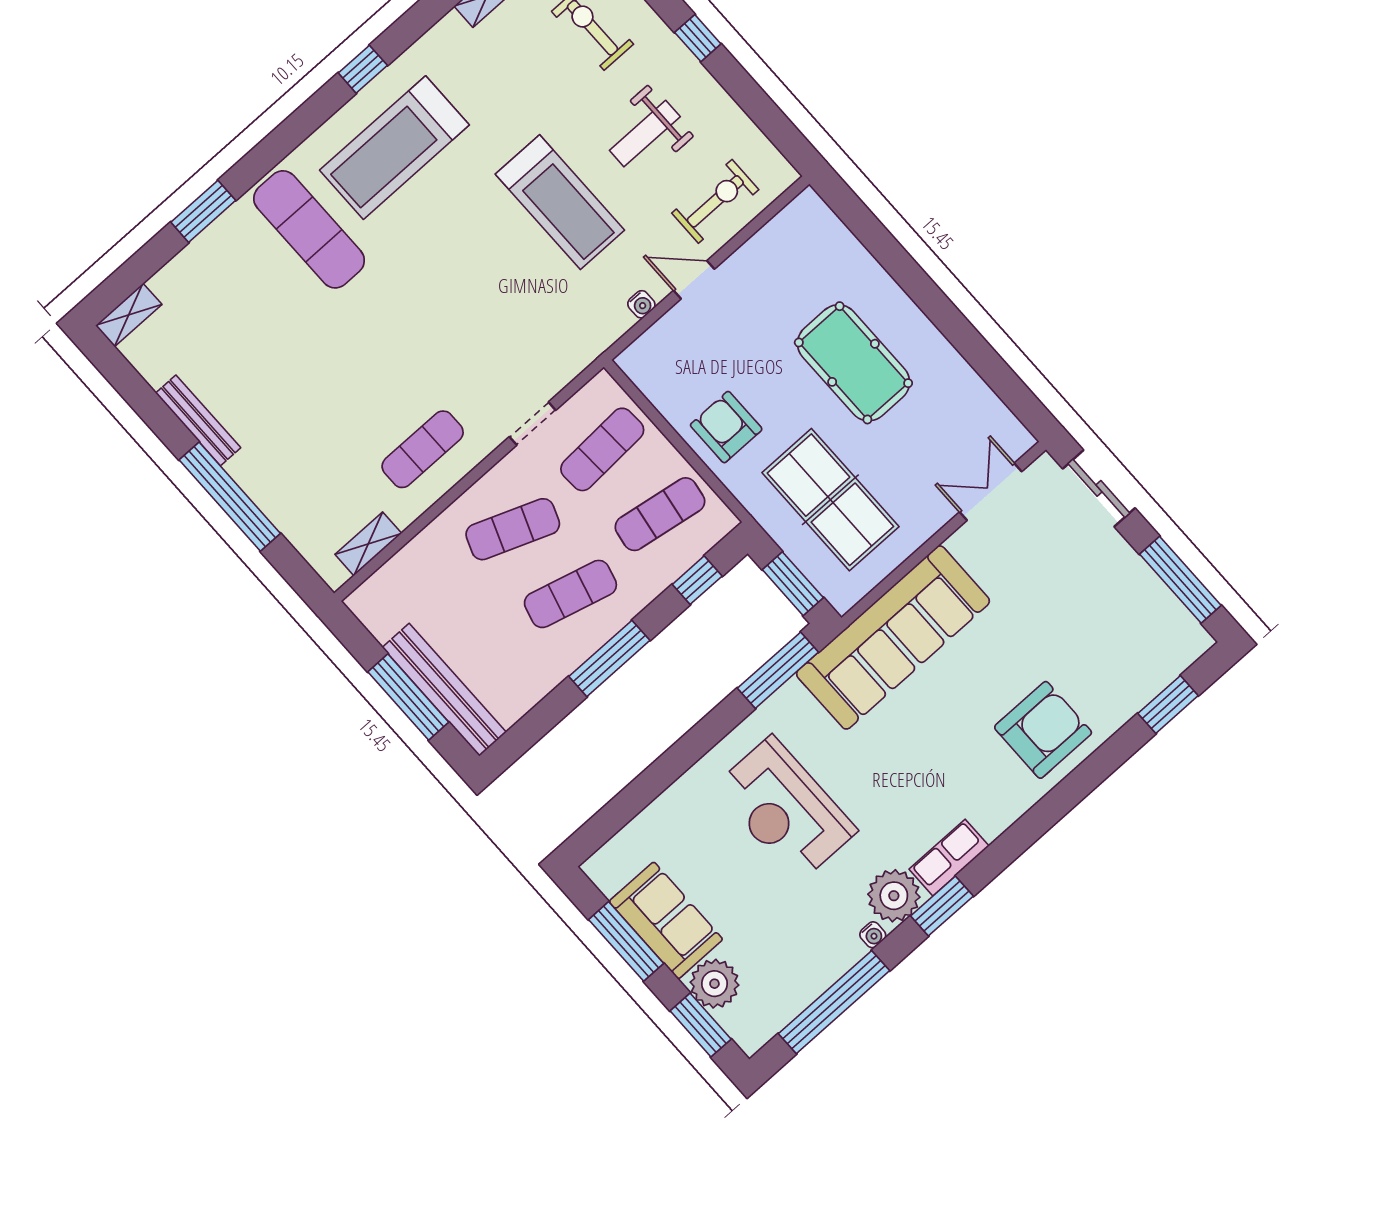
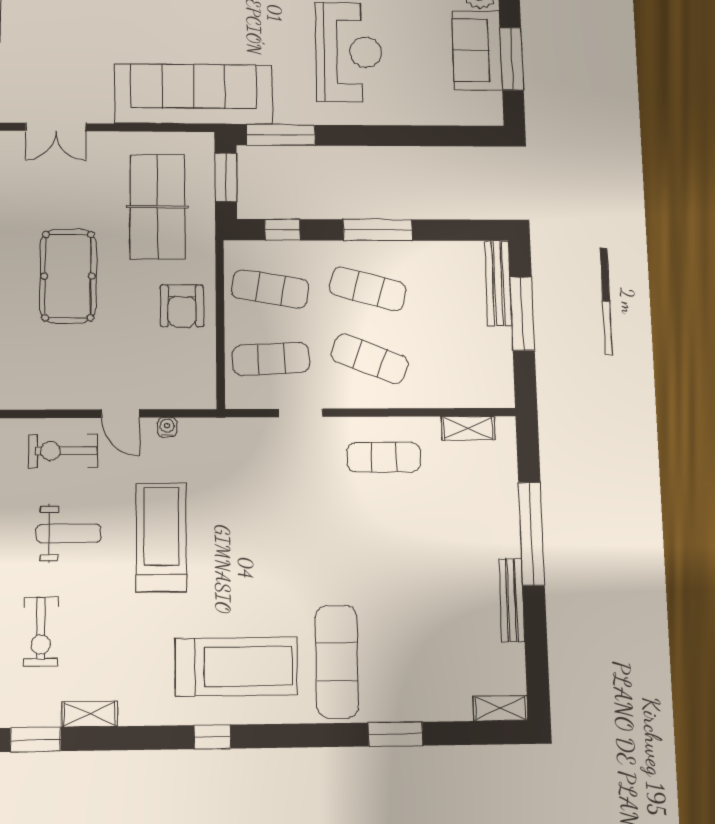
bench: (444, 690) -> (498, 283), width x0.73, depth x0.82

